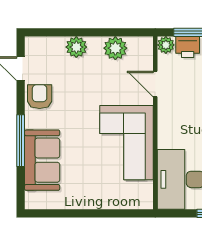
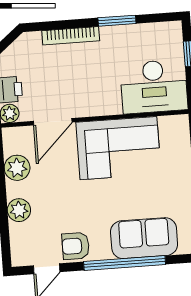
door: (155, 84) -> (53, 122), width x1.38
window: (21, 141) -> (125, 263), width x1.46

